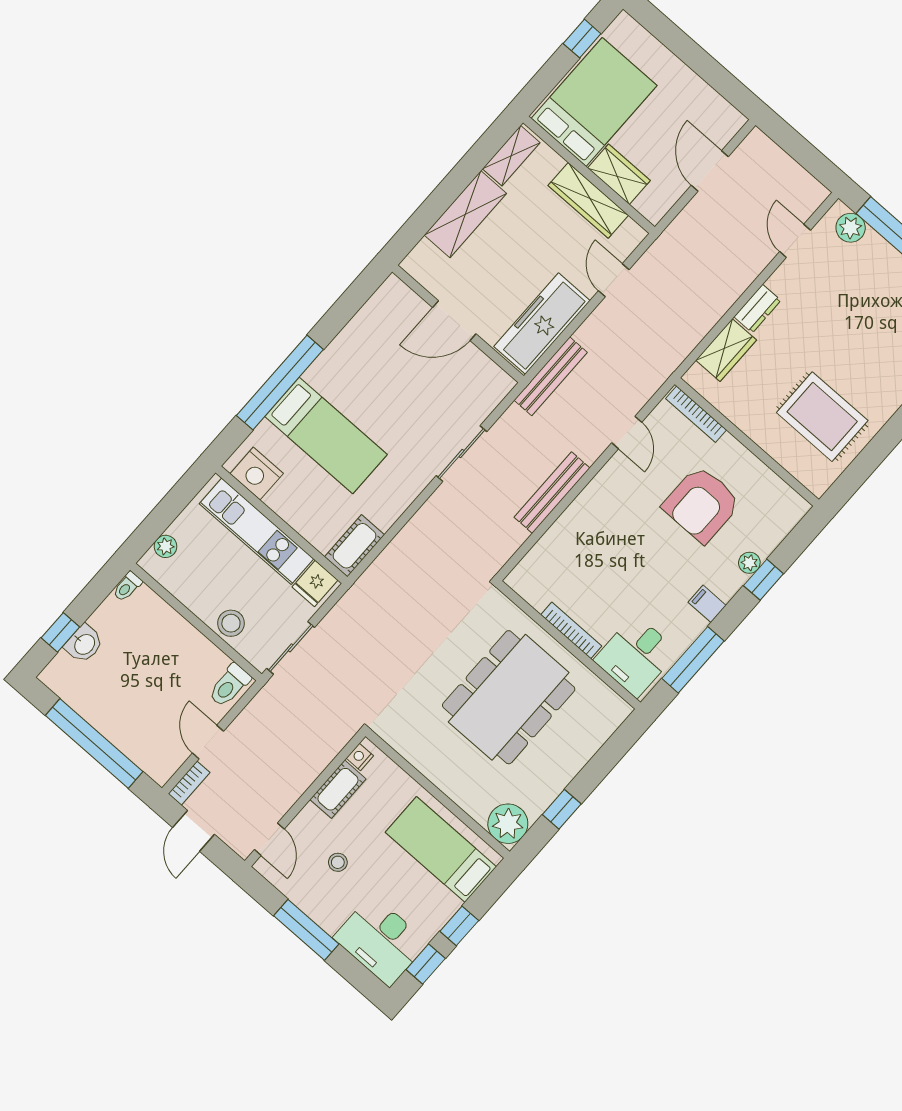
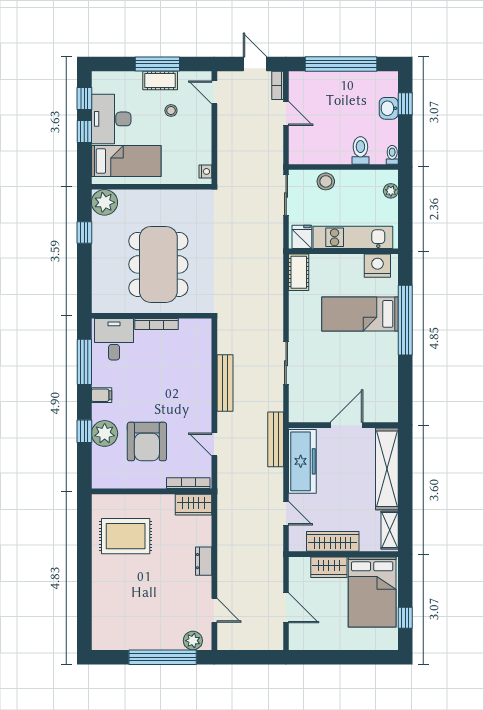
shelving: (465, 214) -> (387, 469), width x1.47
wardrobe: (726, 350) -> (194, 505), moved, turned -90
armchair: (702, 504) -> (147, 442), turned 180
plant: (749, 563) -> (105, 433), width x1.88, depth x1.88
toilet: (229, 685) -> (360, 150), moved
cot: (338, 789) -> (160, 80), moved, turned 90
desk: (381, 940) -> (111, 119), moved, turned -90

